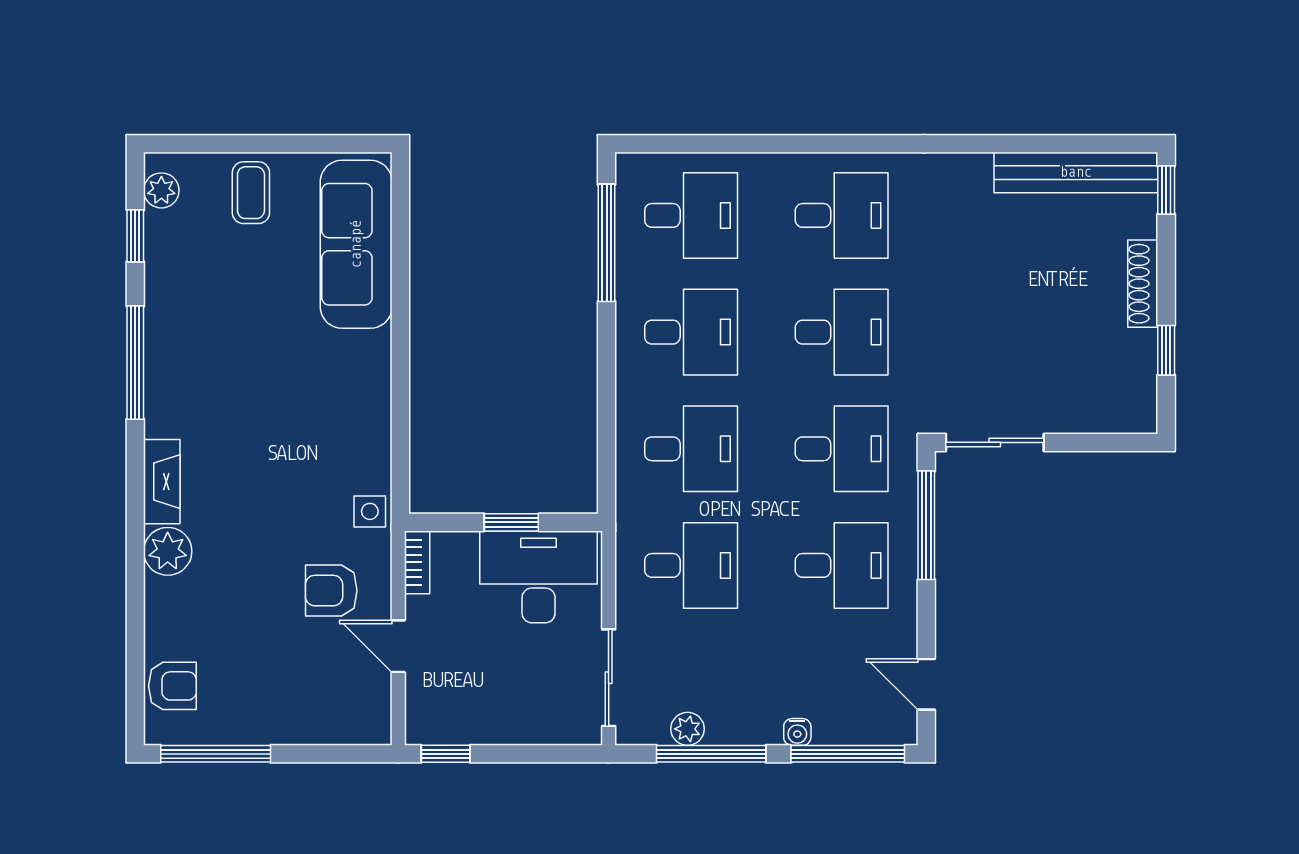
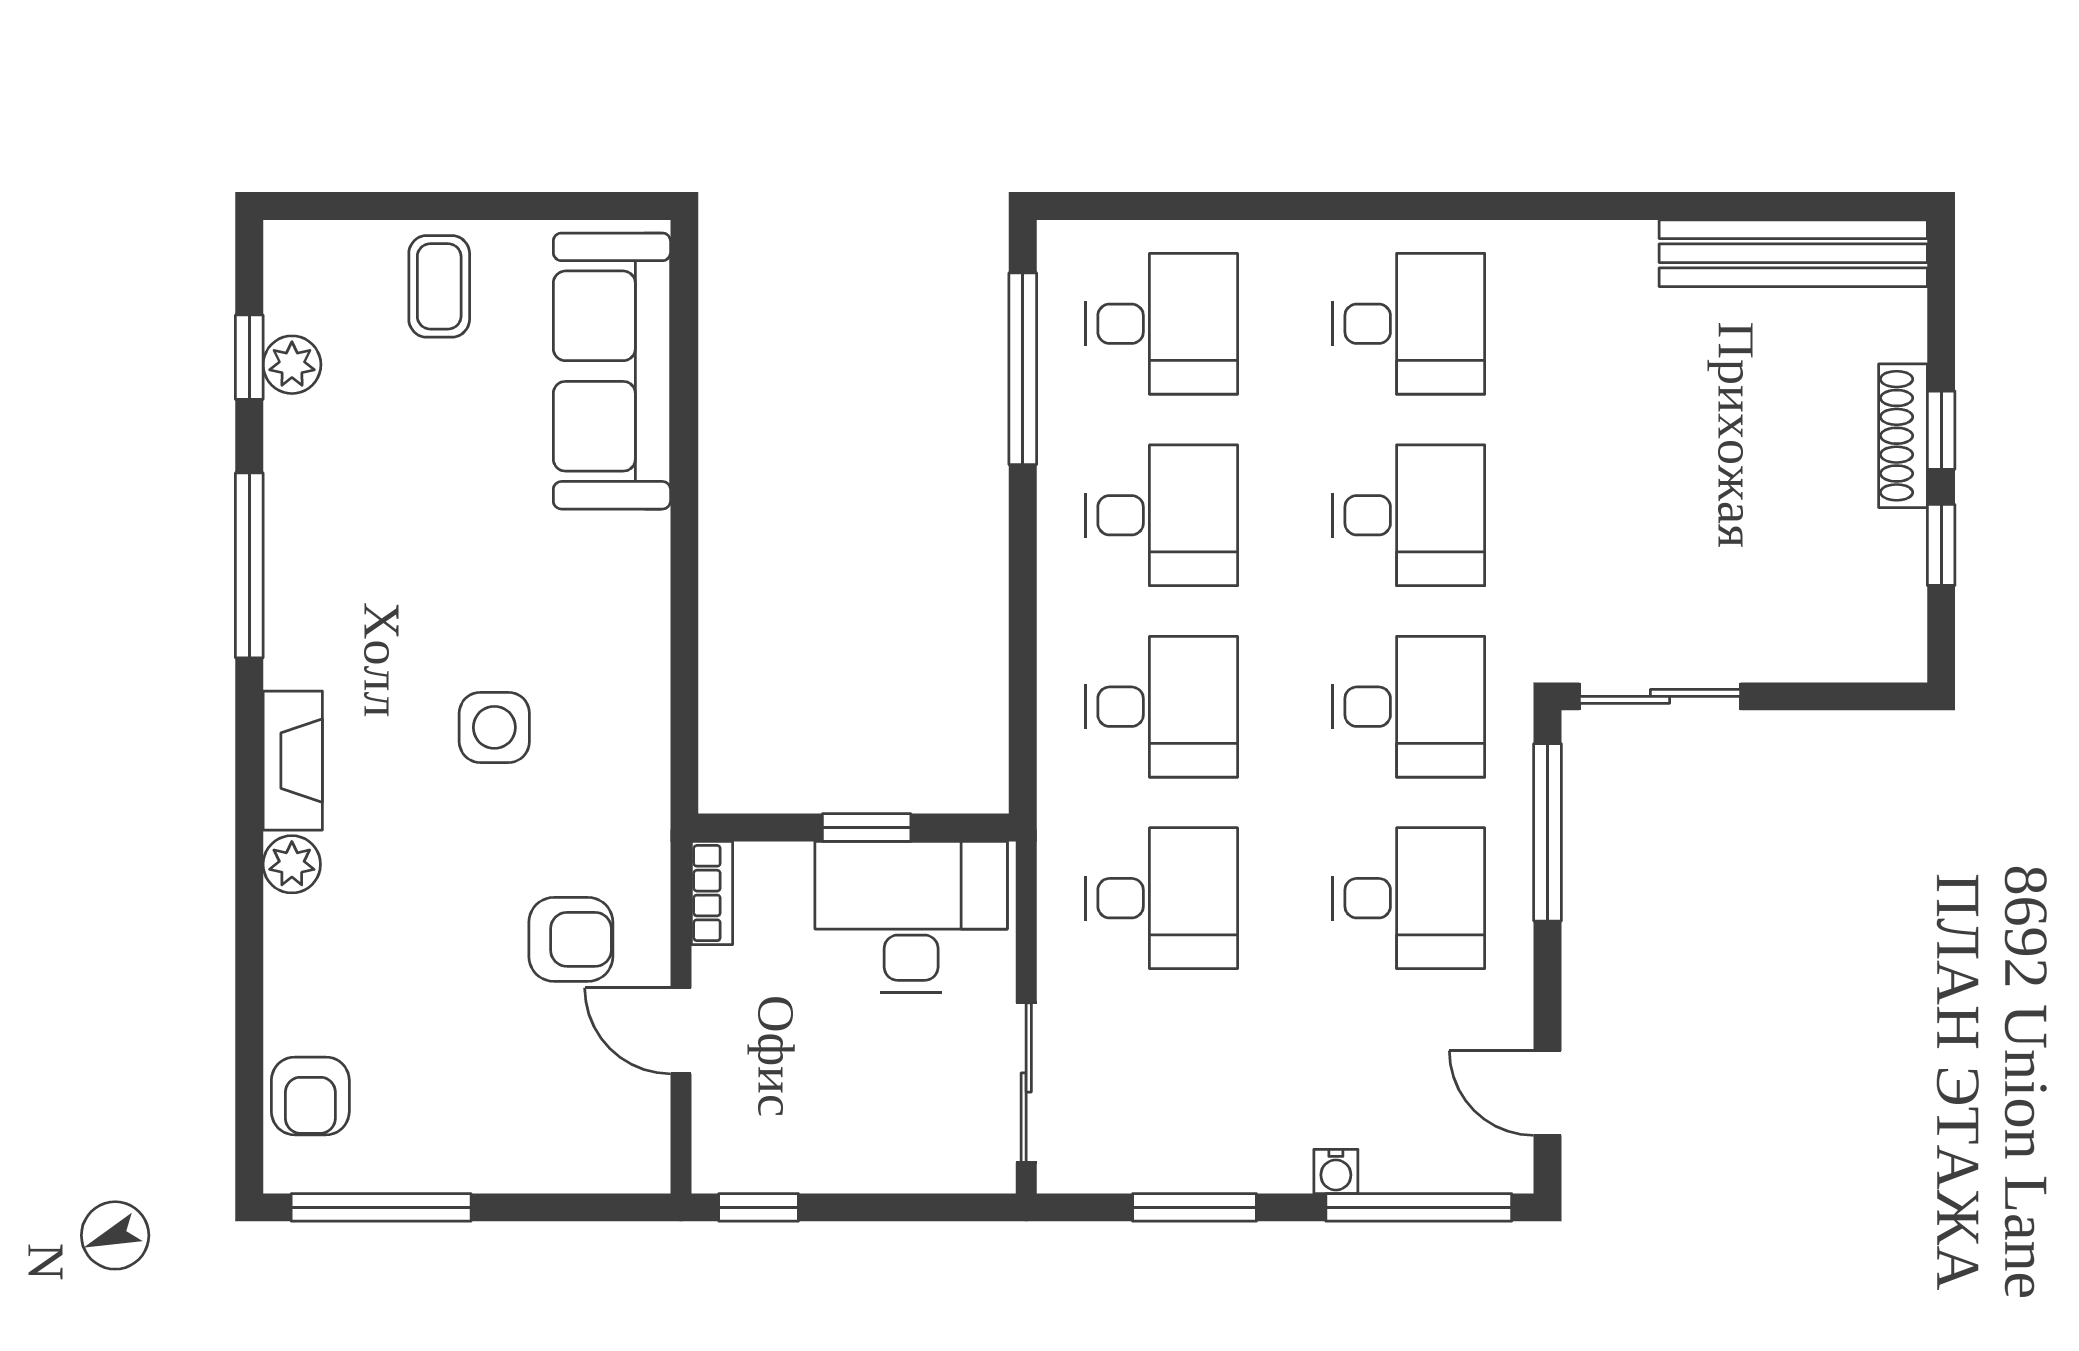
plant: (161, 190) -> (292, 365), moved
window: (1166, 190) -> (1941, 430), moved
side table: (370, 511) -> (494, 727), moved, width x1.37, depth x1.37
plant: (168, 551) -> (292, 864), width x0.73, depth x0.73
armchair: (331, 591) -> (571, 939), turned 180
armchair: (172, 686) -> (310, 1096), turned 90
plant: (688, 729) -> (1156, 1166), removed
window: (711, 754) -> (1194, 1207), width x0.69

